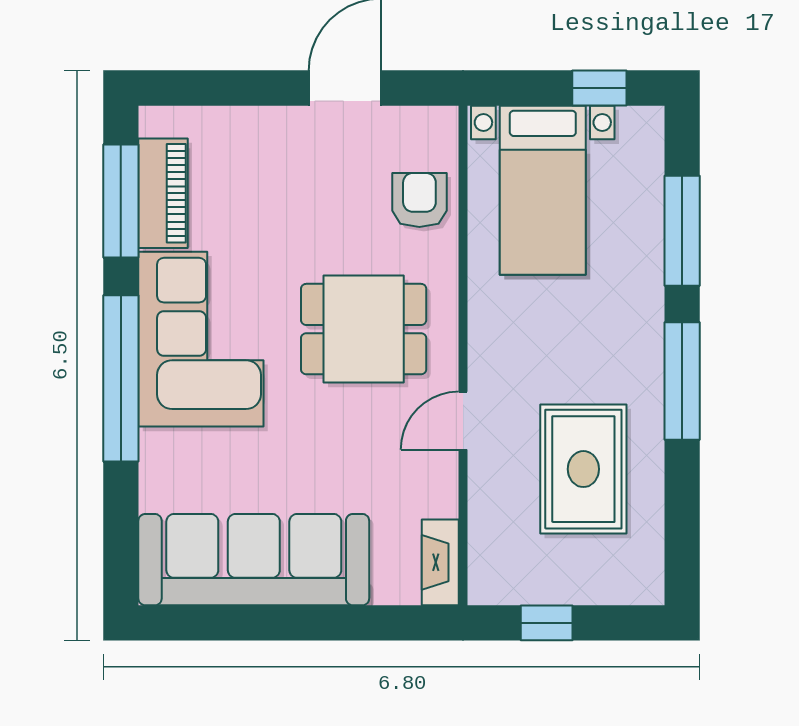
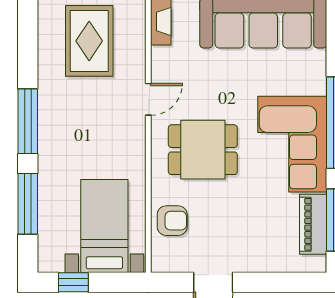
armchair: (419, 200) -> (172, 221), turned -90
rug: (583, 469) -> (89, 41), moved

